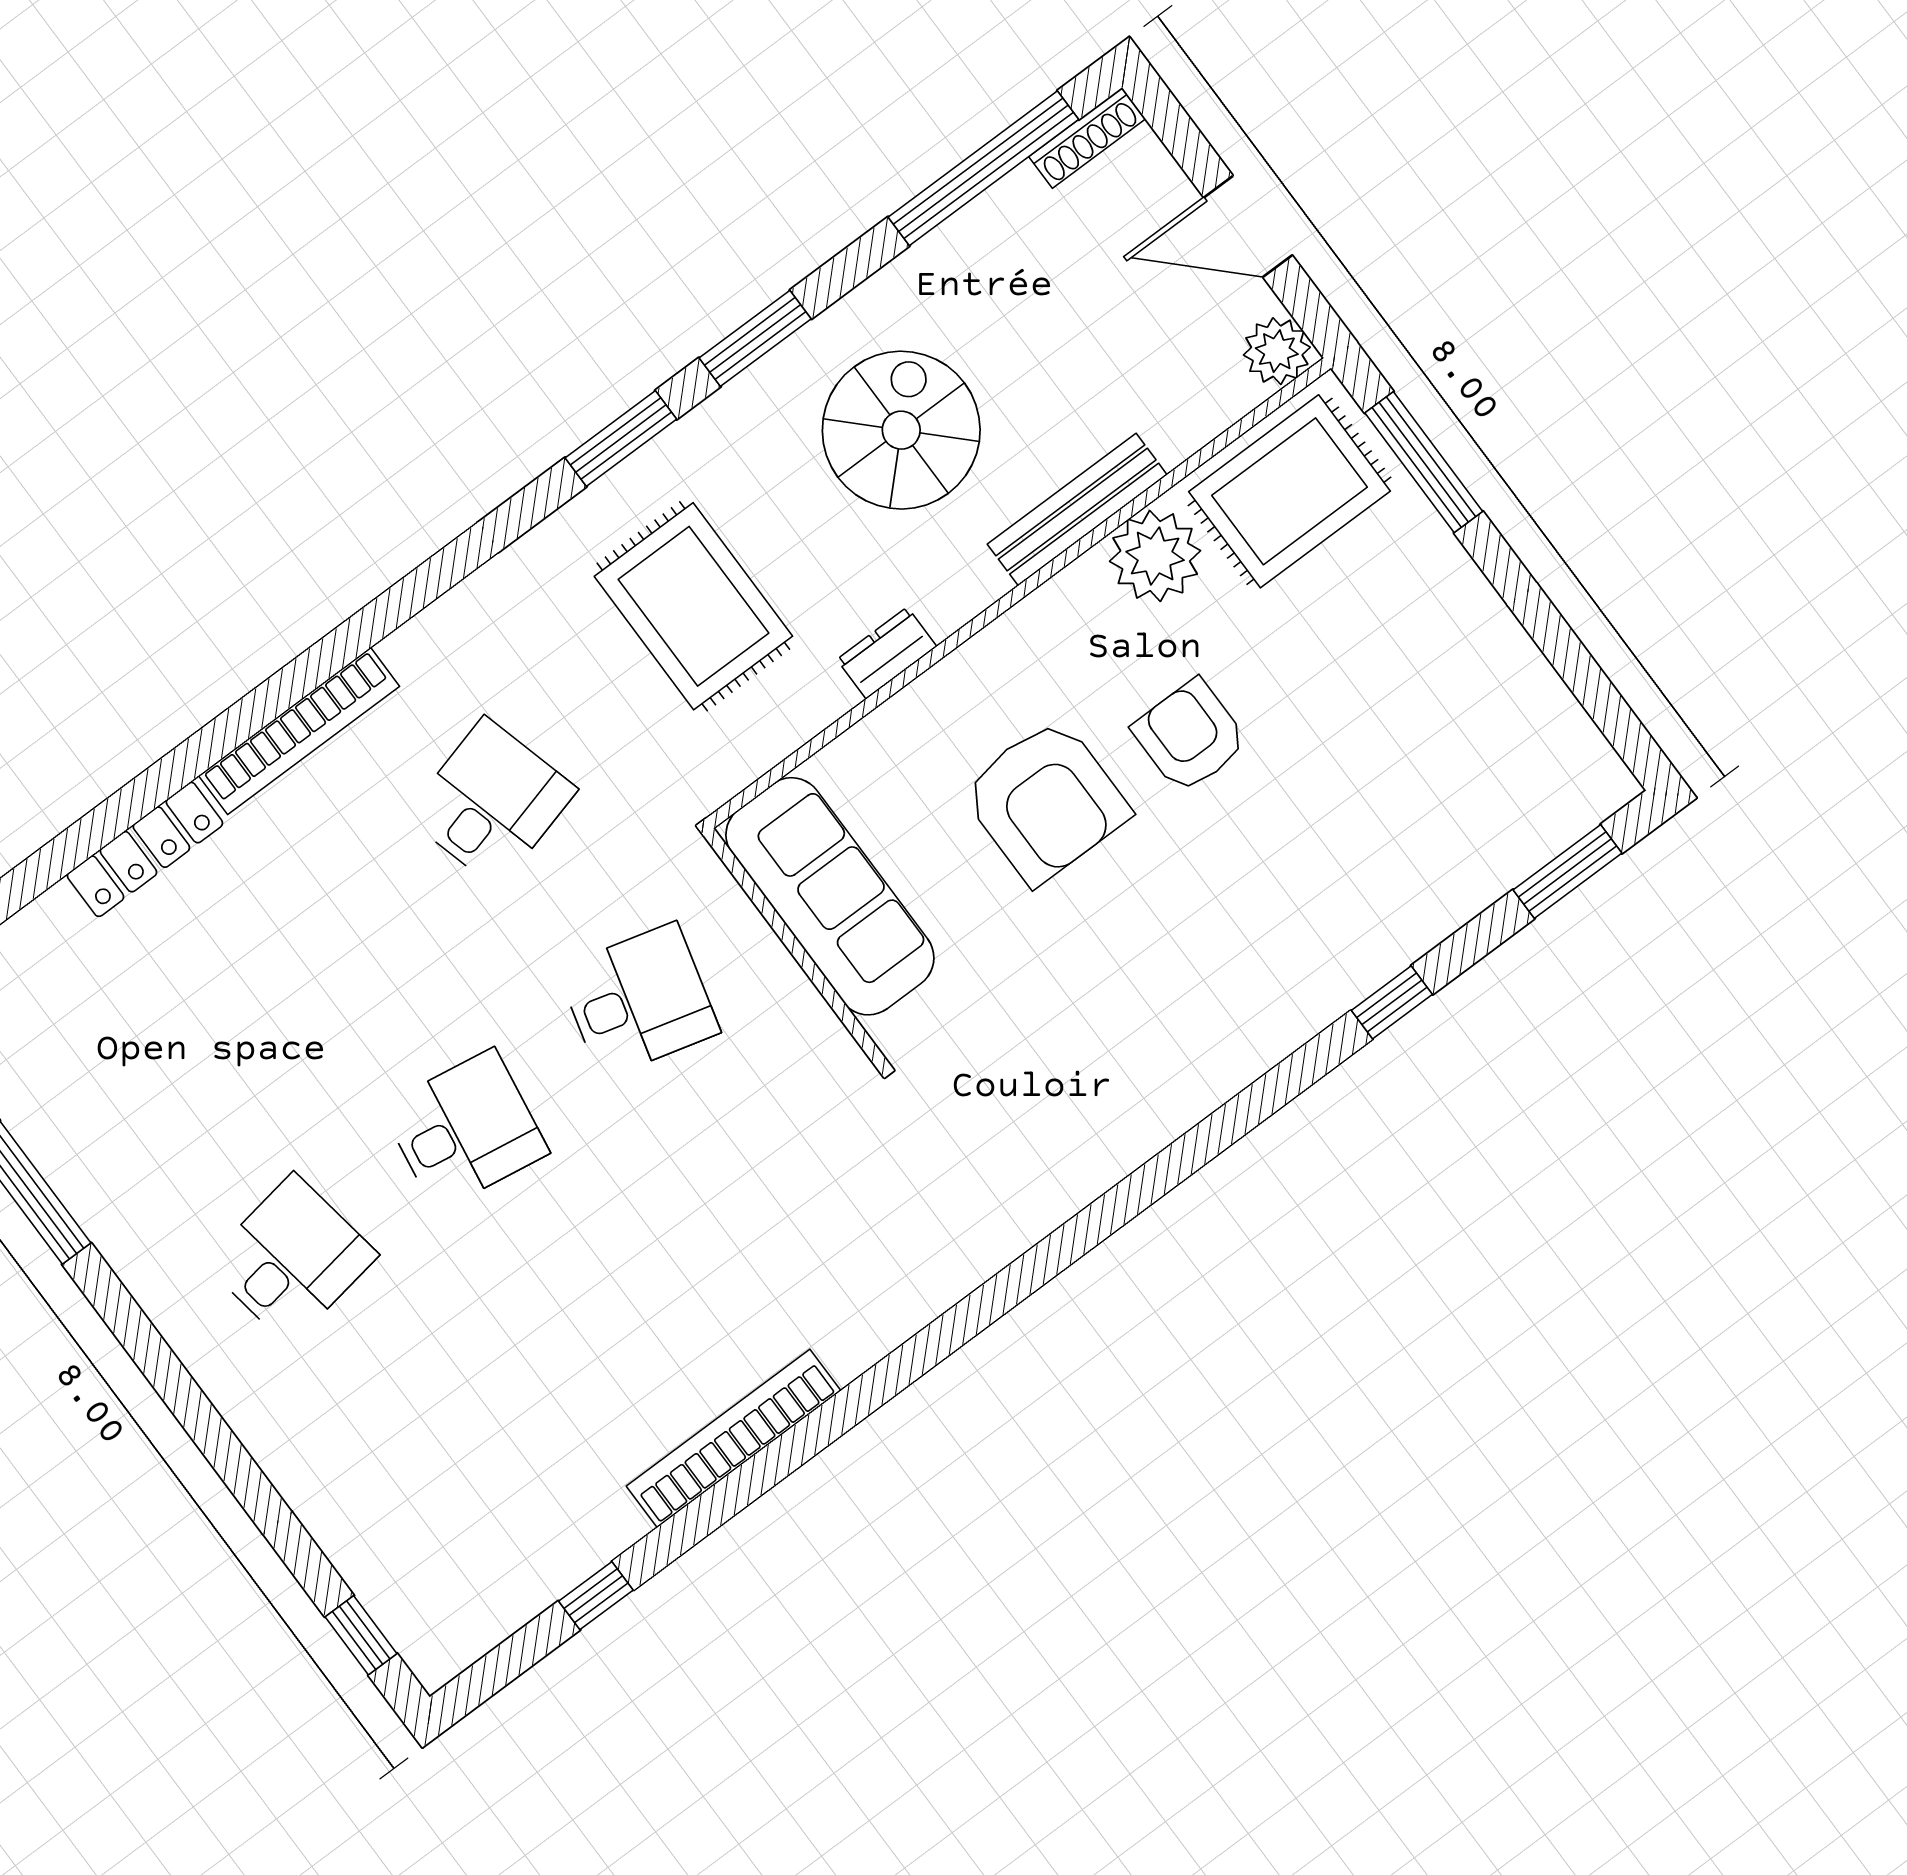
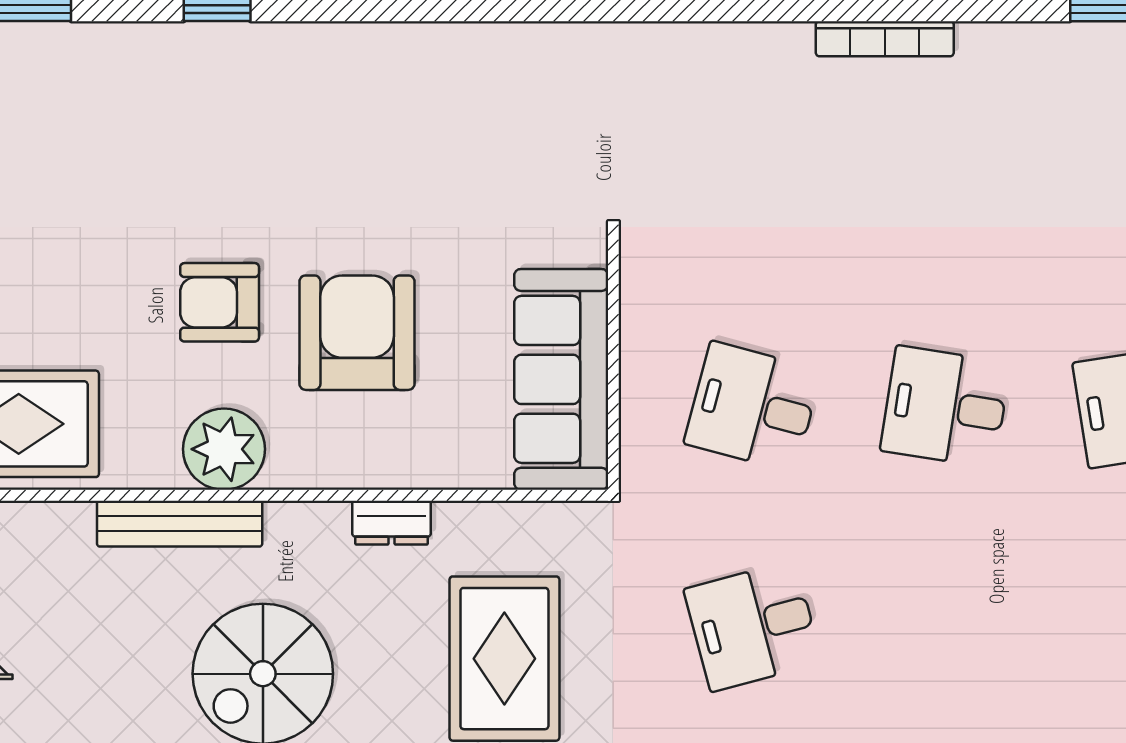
plant: (1155, 556) -> (224, 449), moved
armchair: (1190, 736) -> (220, 302), turned 90
bookcase: (734, 1438) -> (885, 39), width x0.68, depth x0.76

